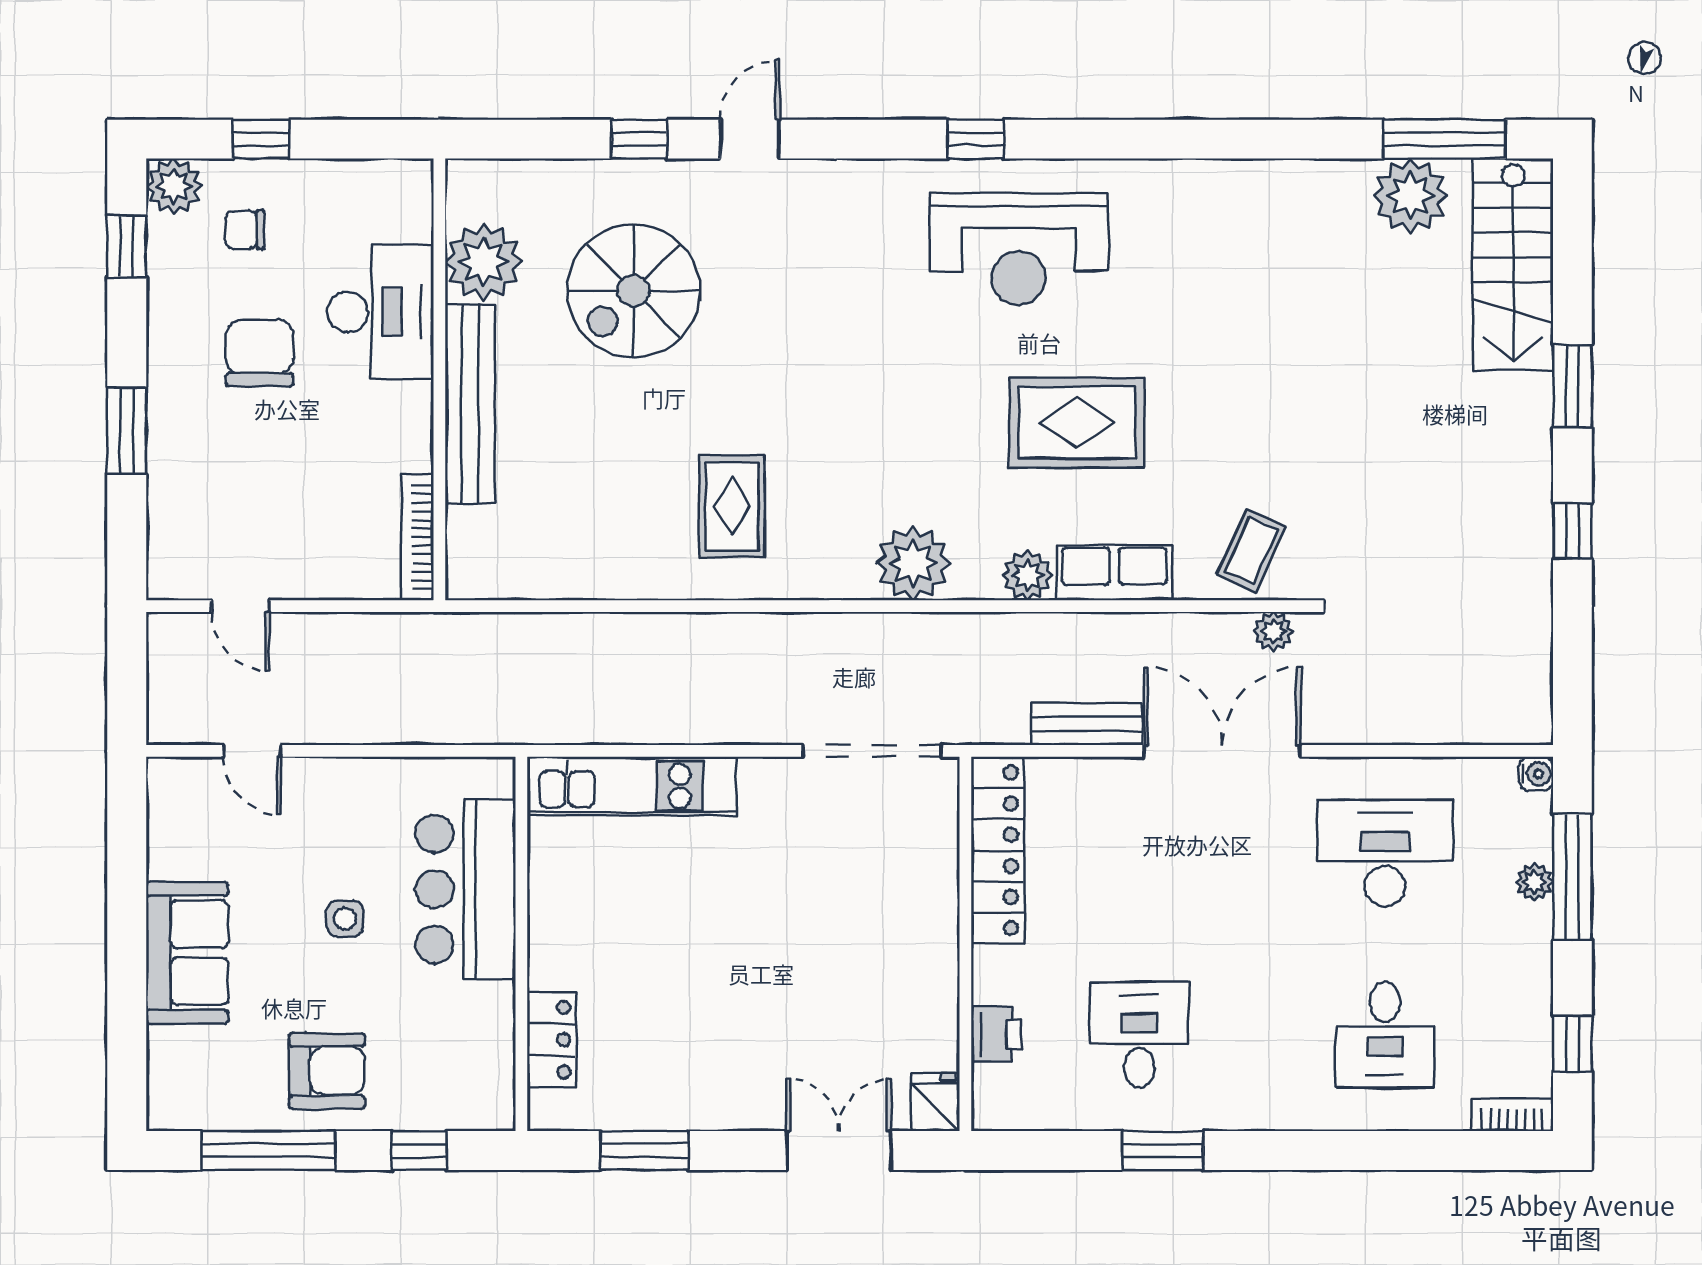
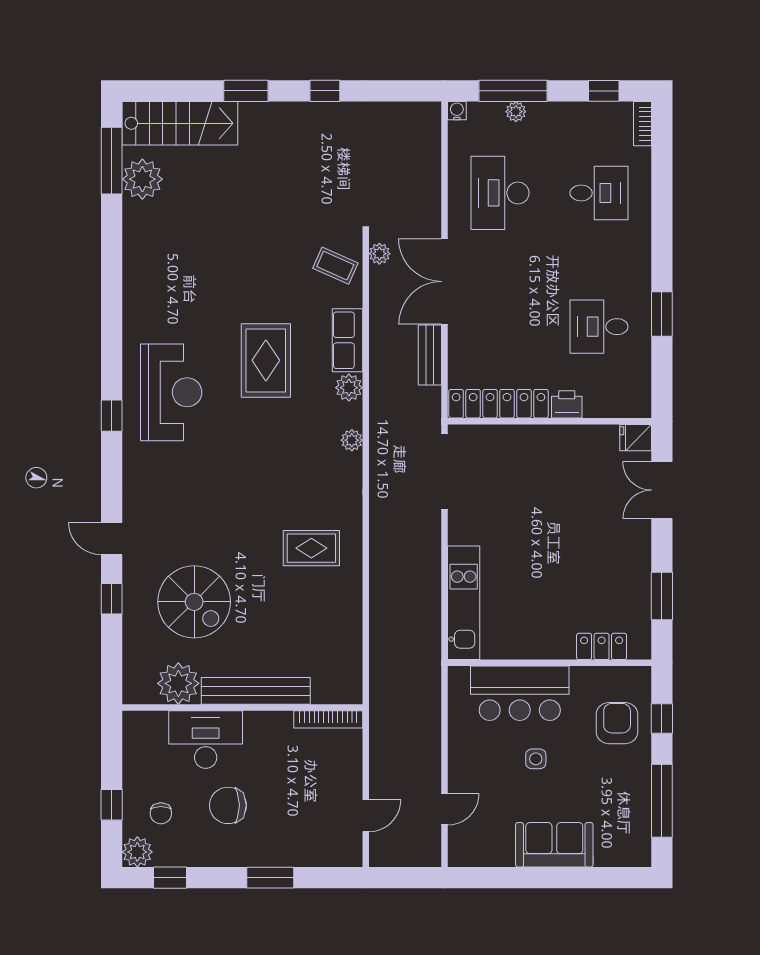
plant: (913, 563) -> (352, 440), width x0.53, depth x0.53
printer: (996, 1034) -> (567, 404), moved
armchair: (327, 1071) -> (617, 723), moved

